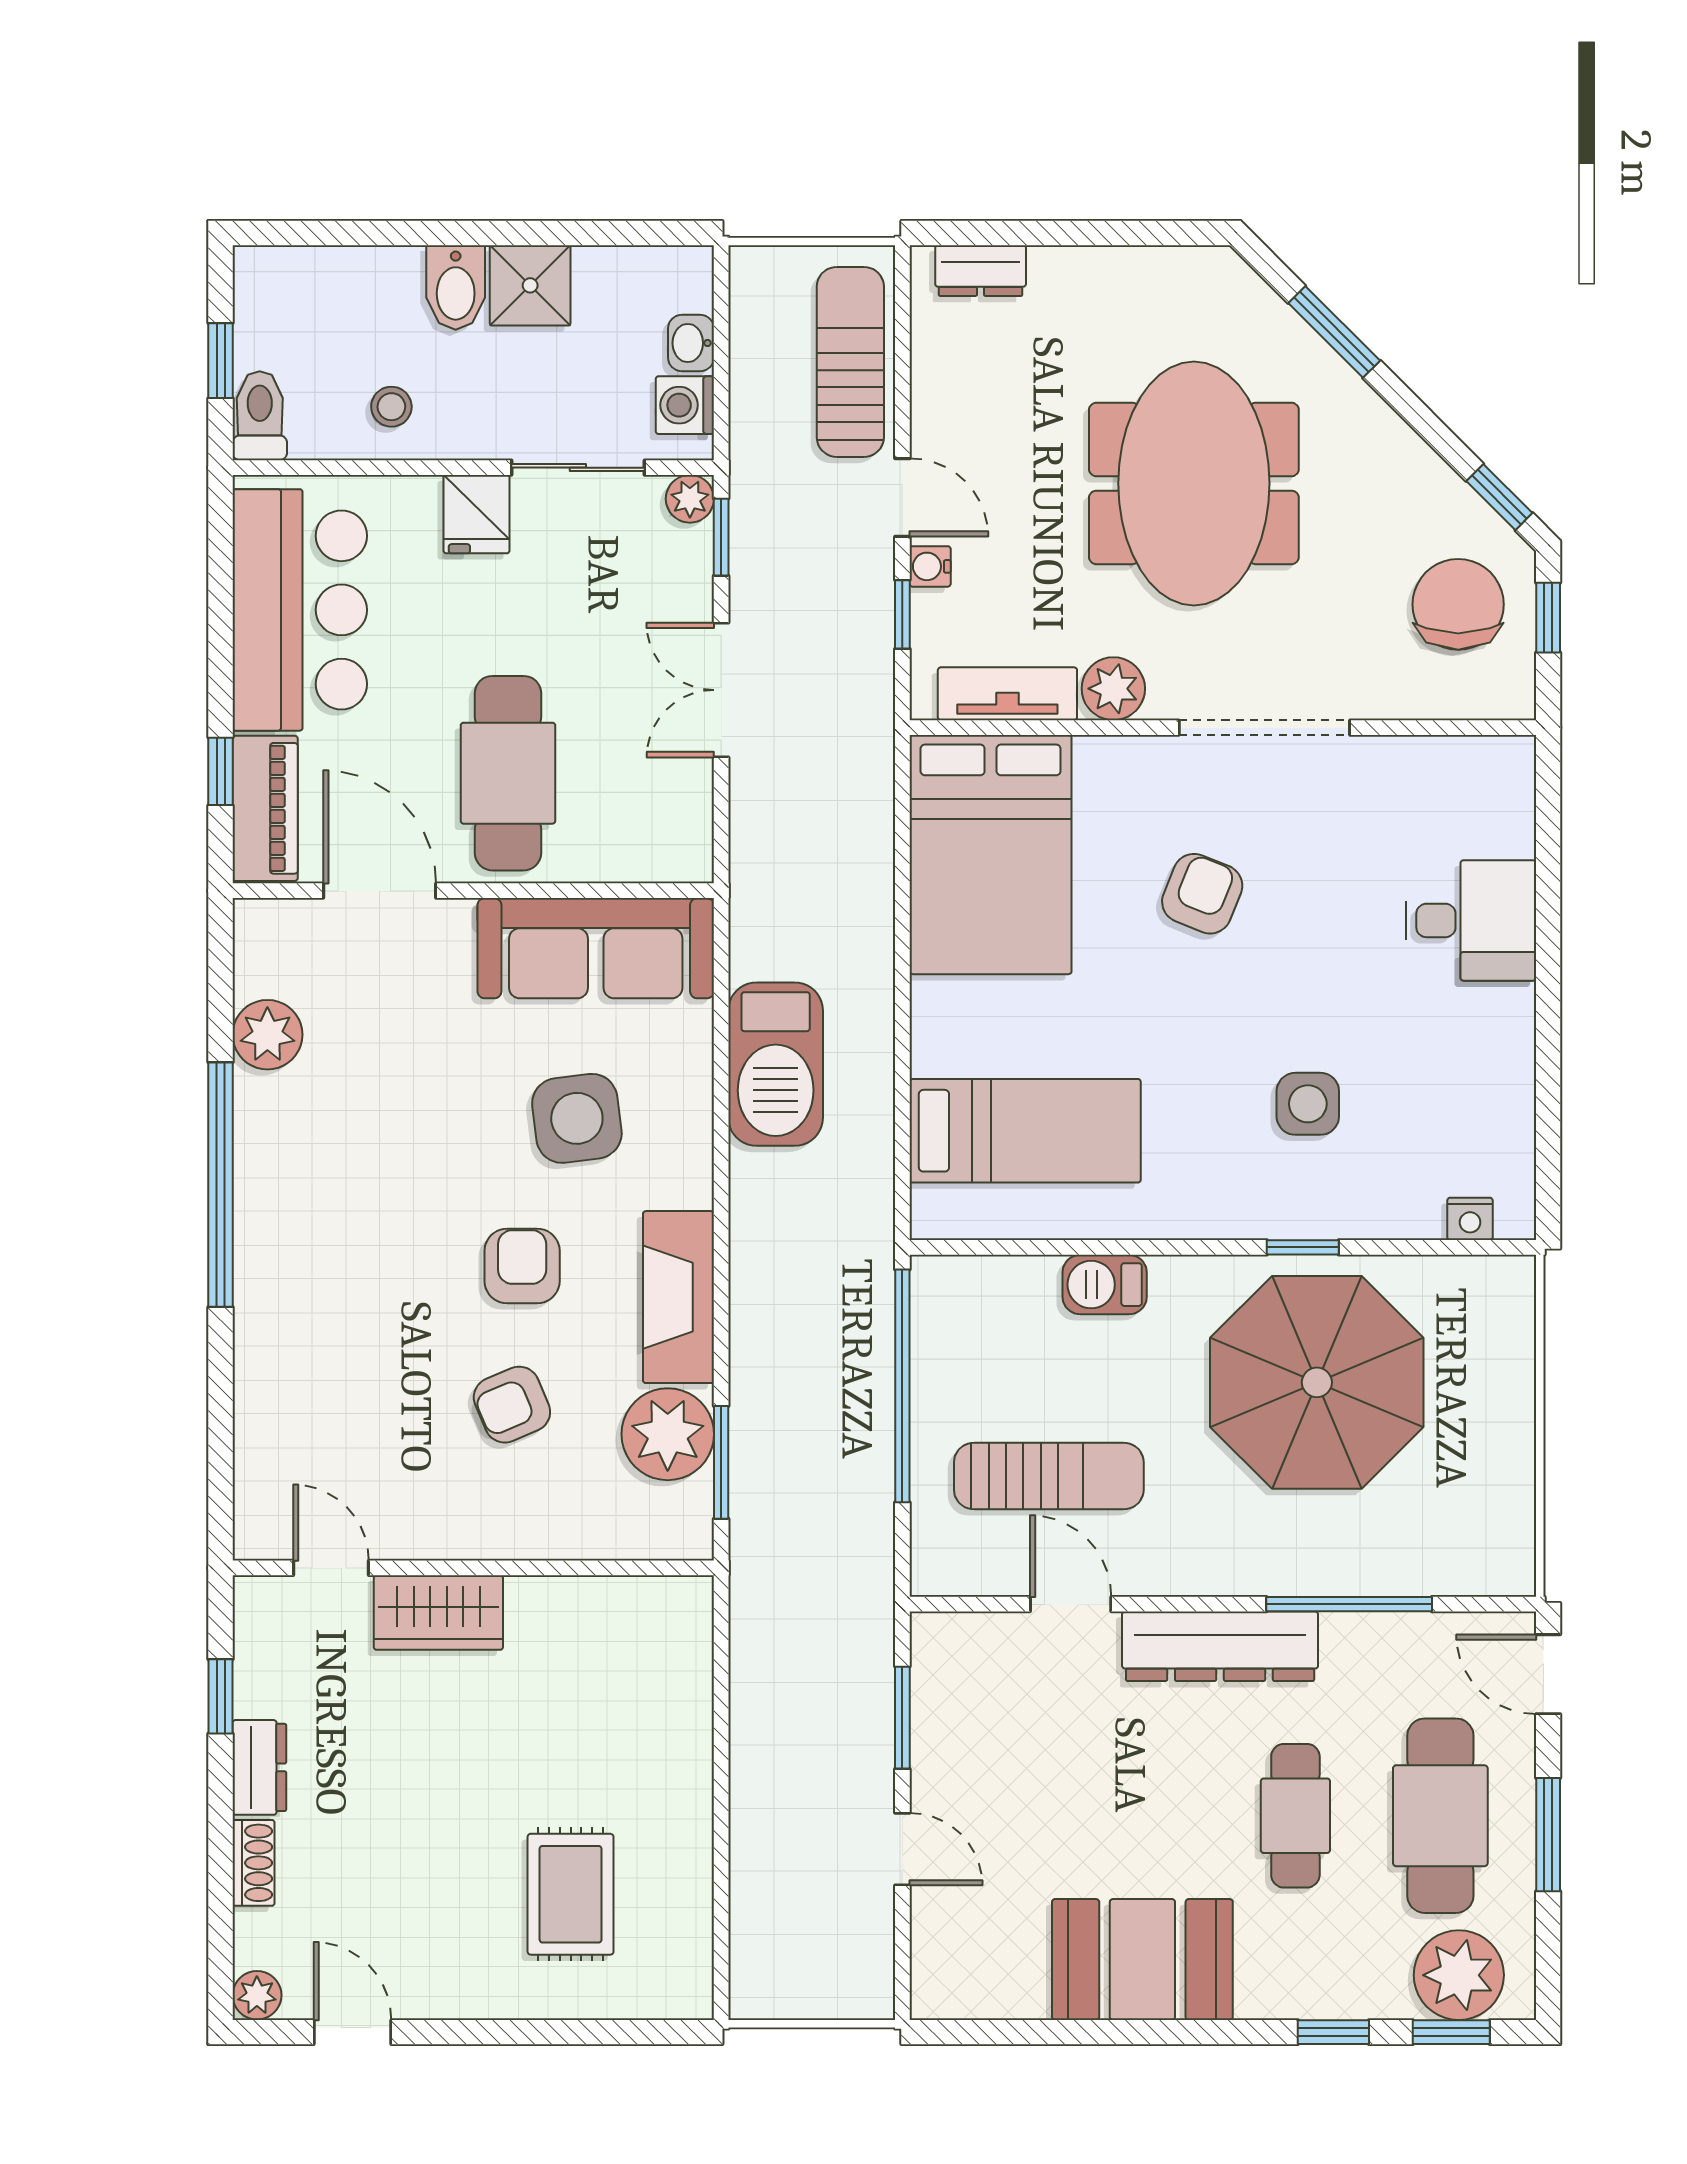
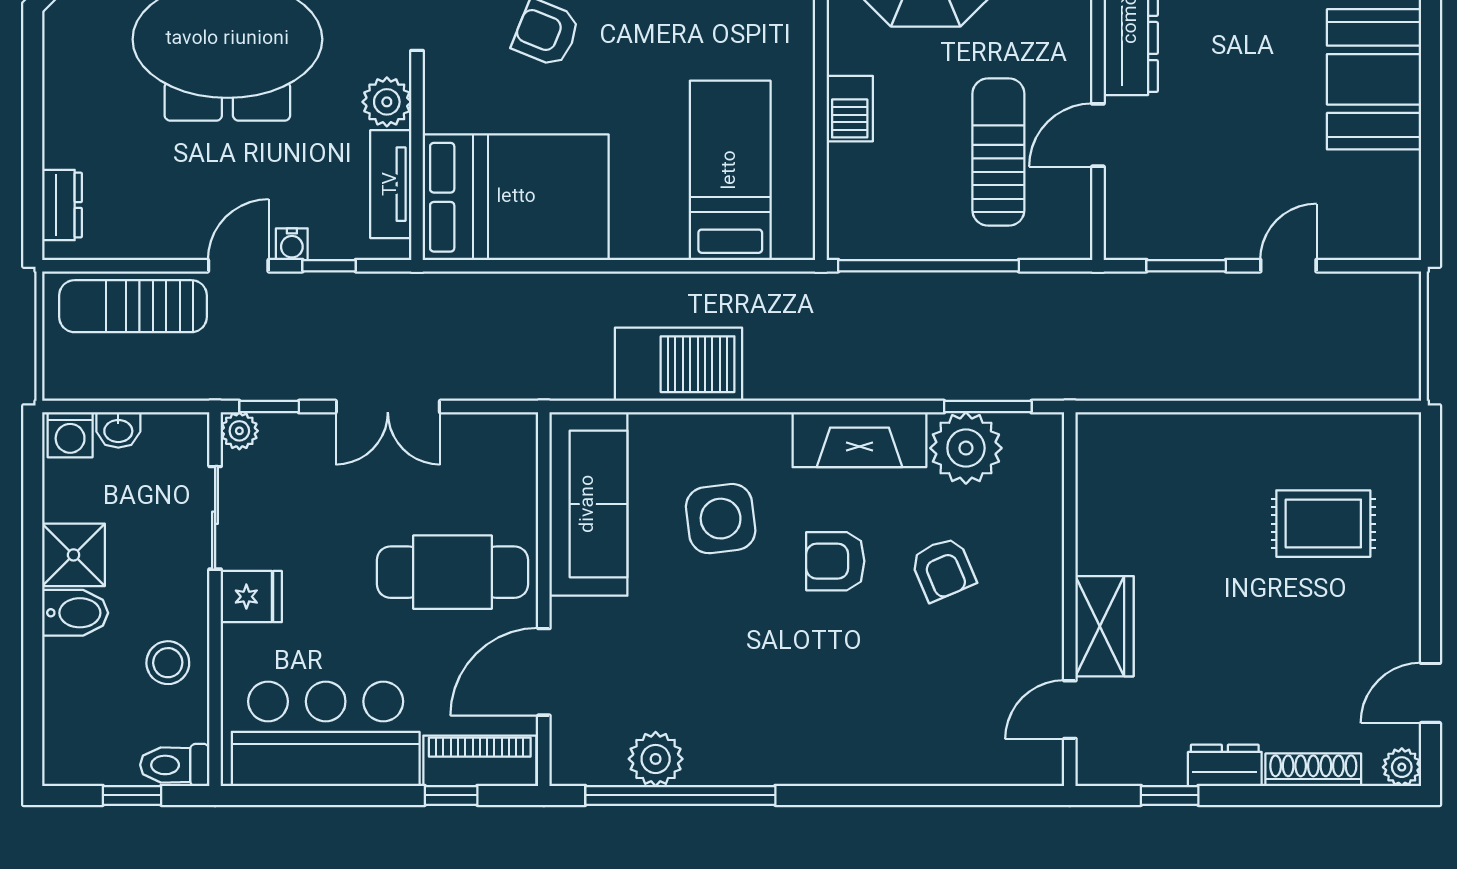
washing machine: (685, 405) -> (70, 435), moved
stool: (391, 407) -> (168, 663), width x1.37, depth x1.37
window: (221, 1185) -> (680, 795), moved
shoe rack: (254, 1863) -> (1313, 770), width x1.43

